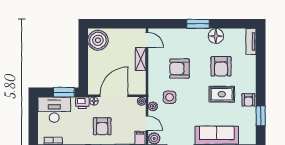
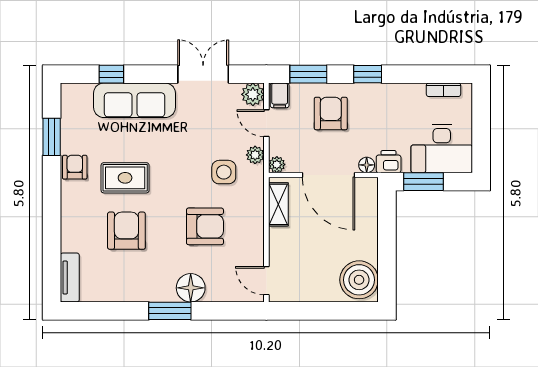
floor lamp: (216, 36) -> (191, 288), moved
shelving: (141, 59) -> (278, 204), moved
door: (114, 96) -> (329, 175), hinge flipped
armchair: (102, 126) -> (331, 113), moved

